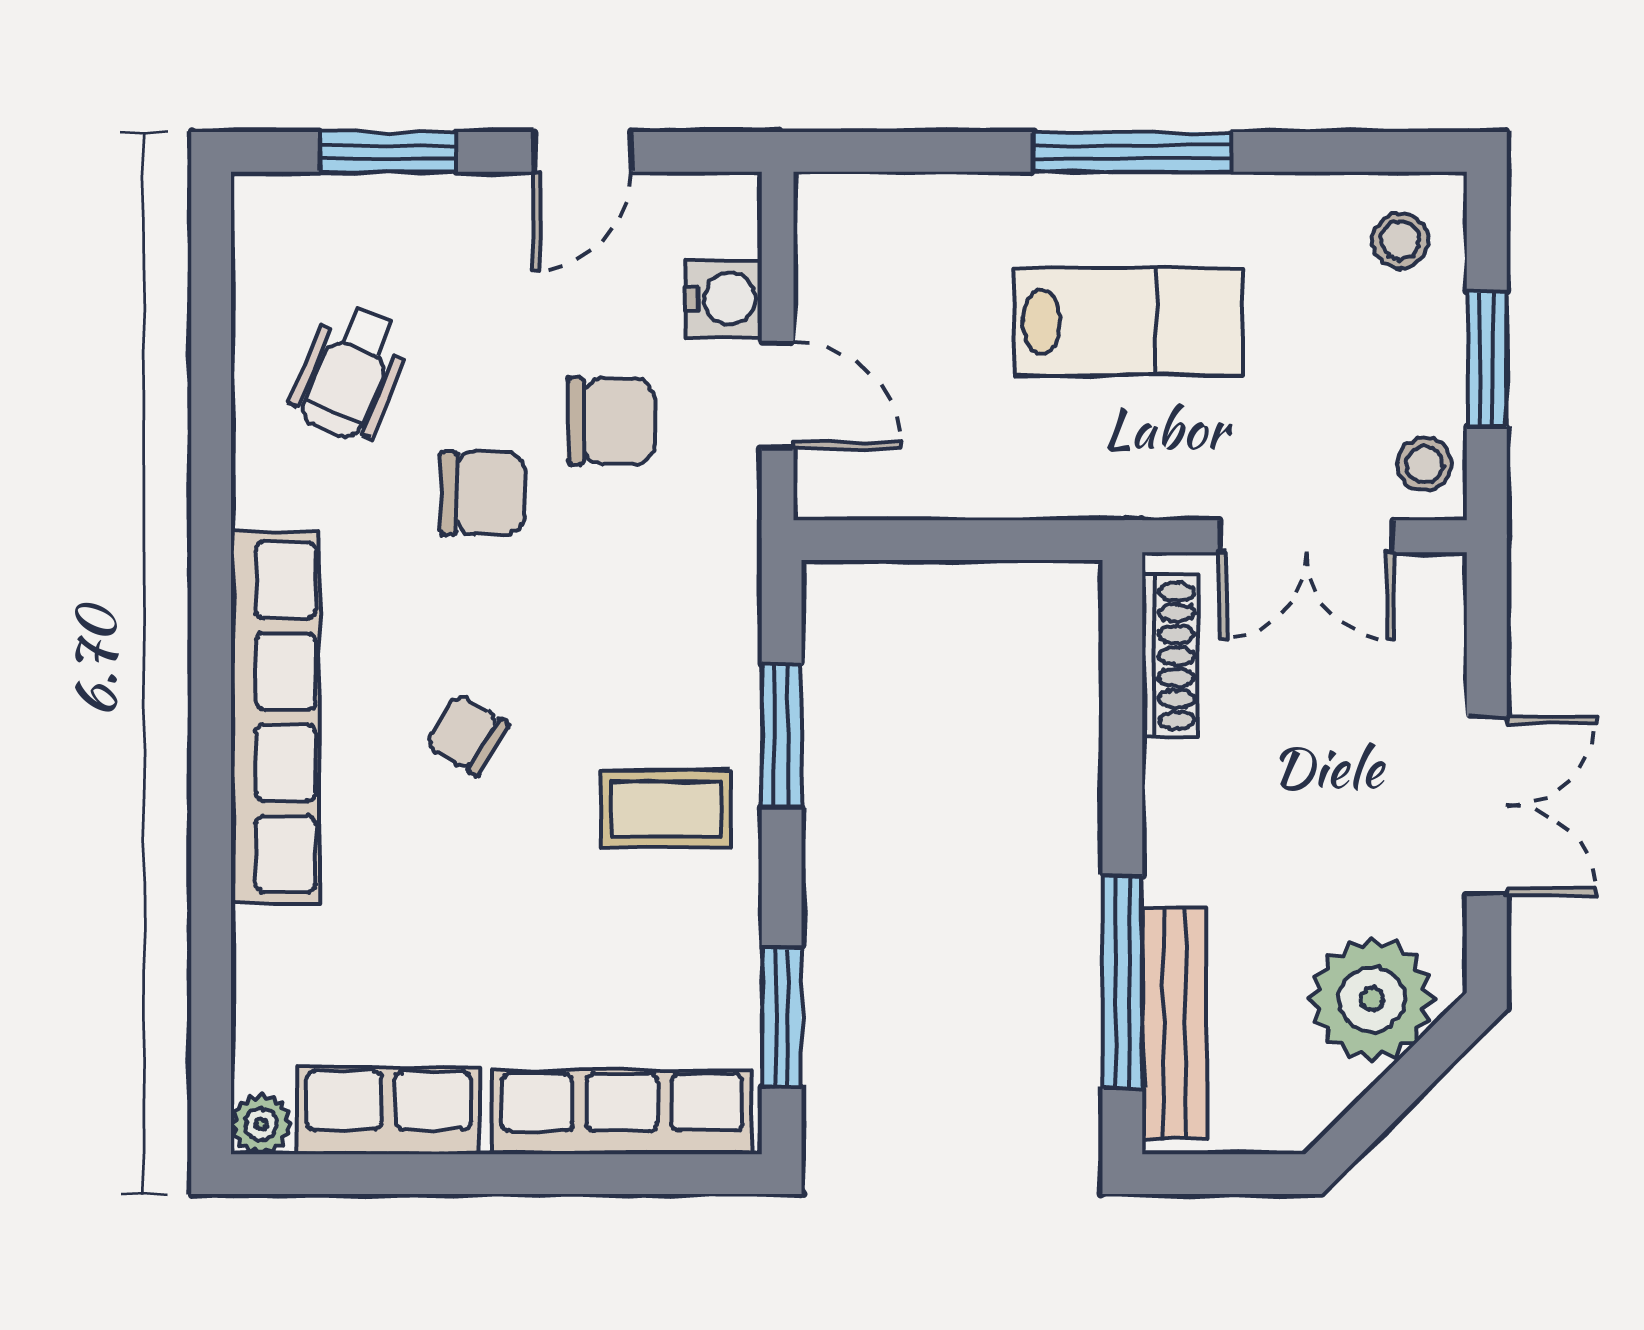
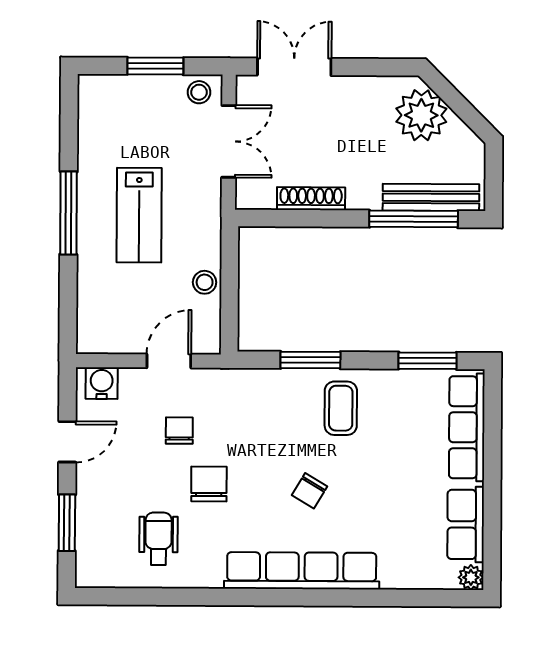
door: (582, 152) -> (67, 442), hinge flipped
stool: (1400, 240) -> (205, 282), moved
water cooler: (724, 299) -> (102, 383), moved
lab bench: (1128, 322) -> (139, 215), turned 180
wheelchair: (350, 372) -> (159, 539), turned -113
chair: (611, 421) -> (179, 431), width x0.73, depth x0.73
shoe rack: (1170, 656) -> (311, 199), moved
double door: (1487, 806) -> (294, 67), moved

